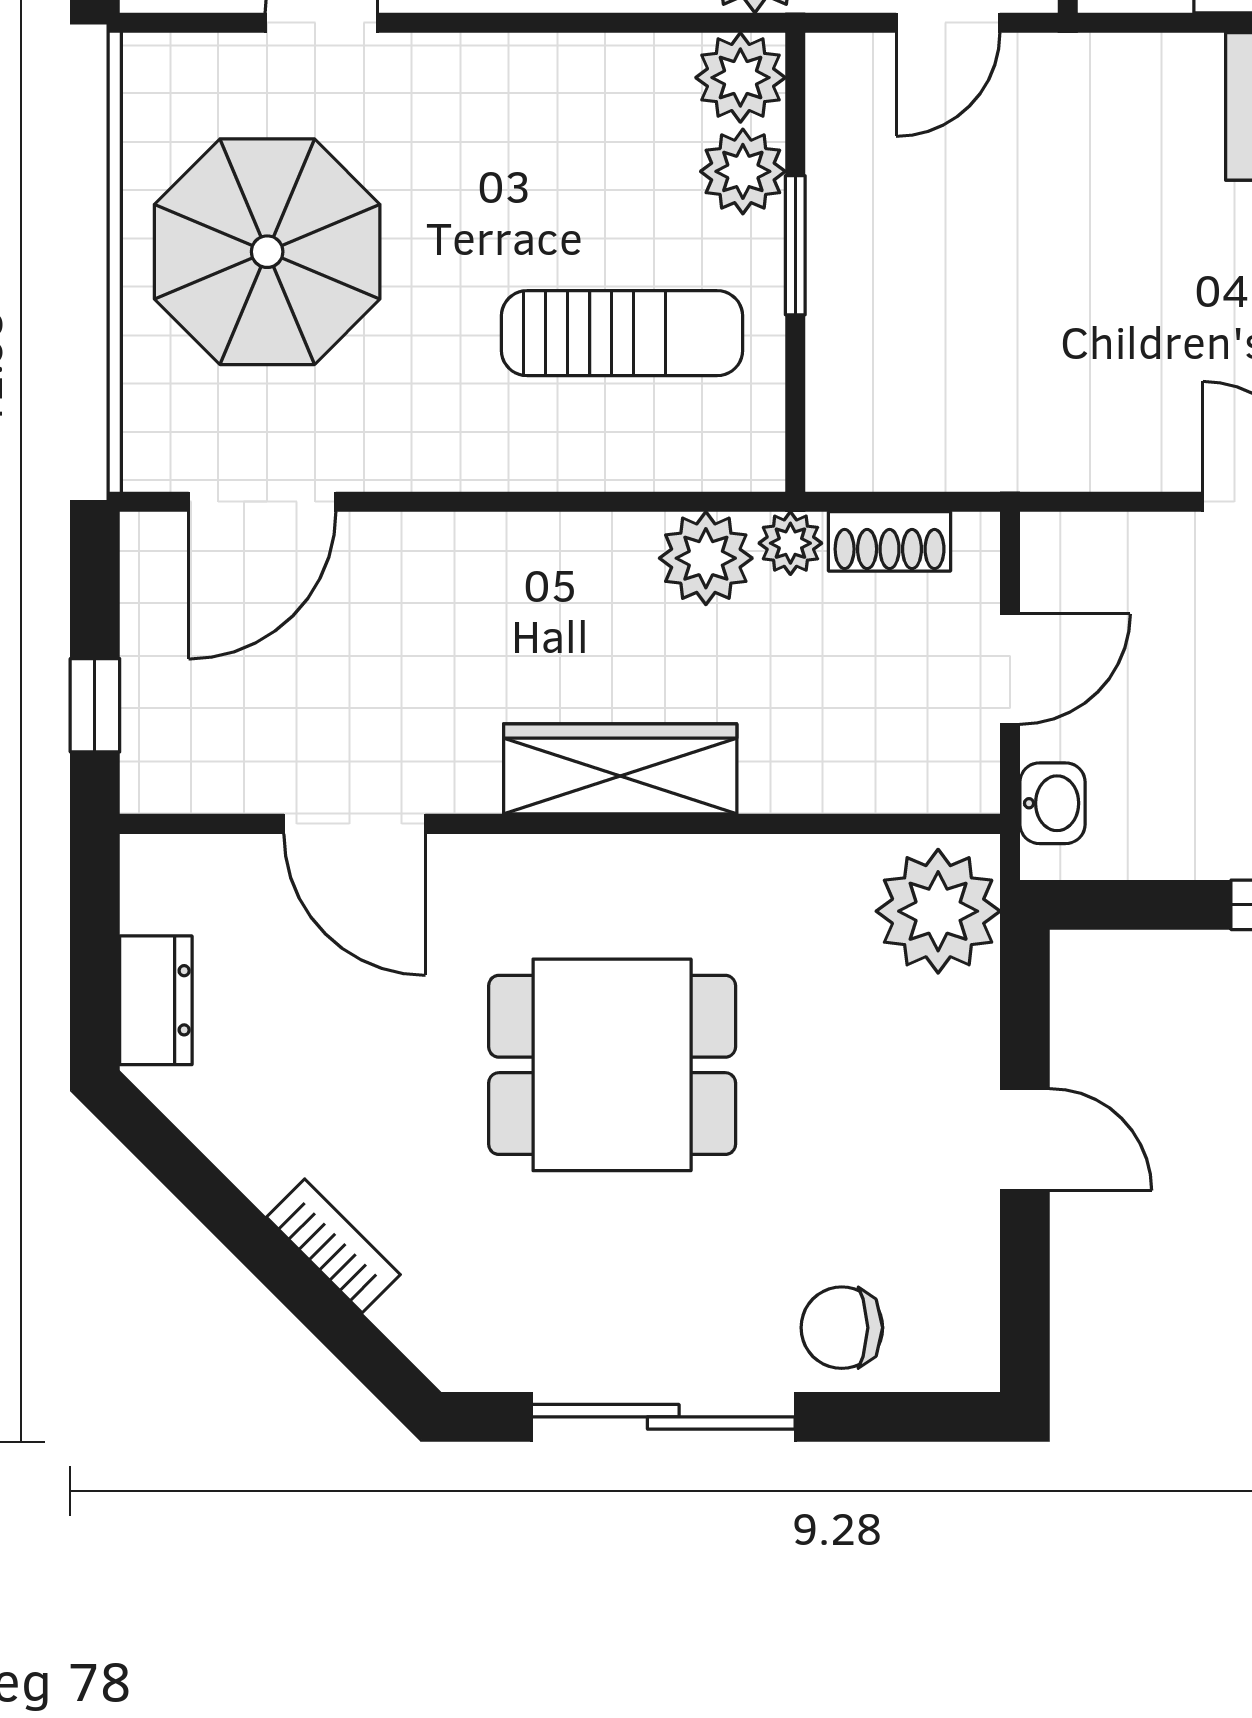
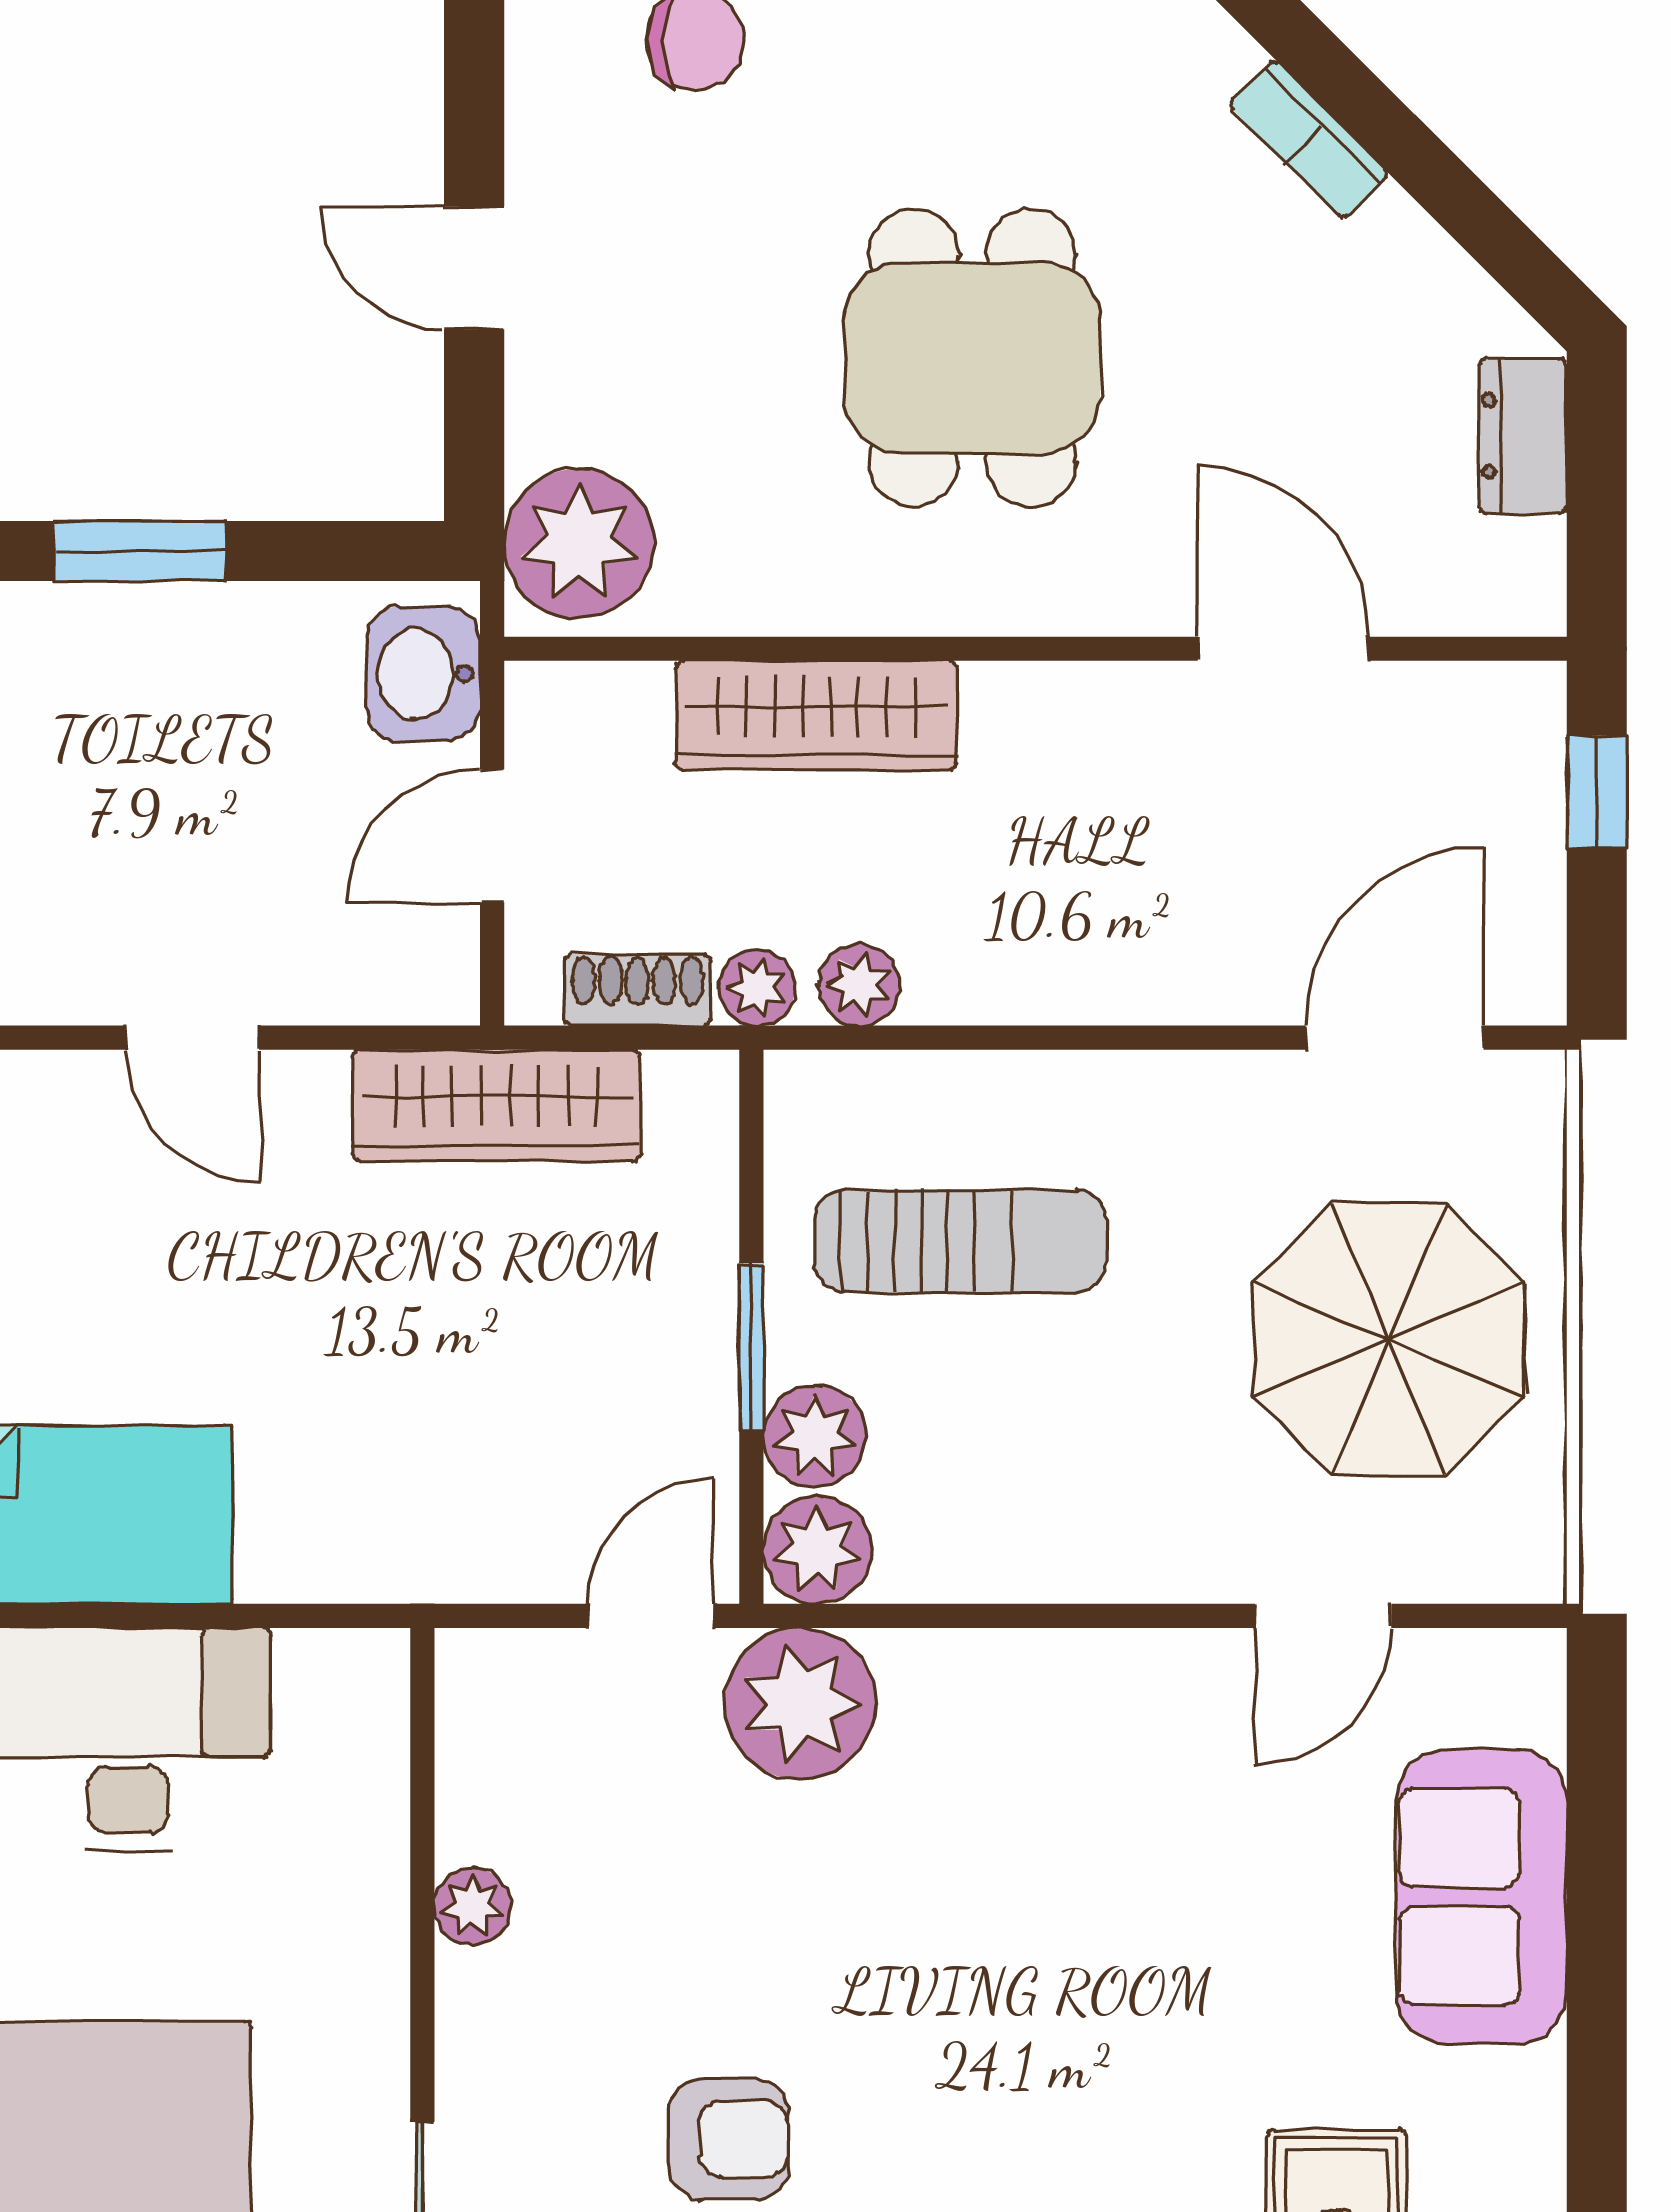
door: (948, 23) -> (651, 1616), moved
sun lounger: (622, 333) -> (960, 1241), turned 180
wardrobe: (1006, 446) -> (496, 1105), added
plant: (706, 558) -> (859, 985), width x0.73, depth x0.73
wardrobe: (620, 769) -> (816, 715), moved
washbasin: (1053, 803) -> (423, 674), width x1.38, depth x1.45
dining table: (612, 1065) -> (972, 358), turned 90

